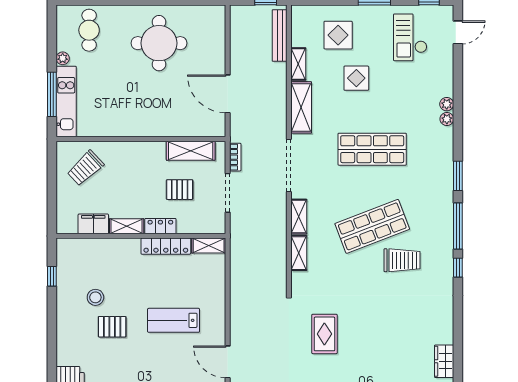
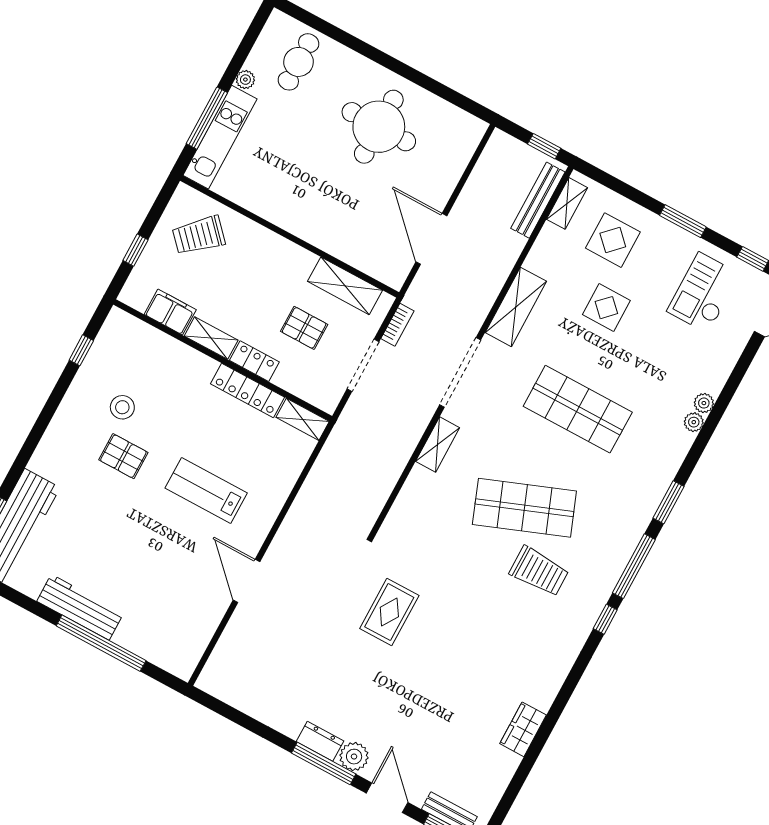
shelving: (298, 64) -> (567, 203), moved
window: (52, 198) -> (135, 250), added
shelving: (299, 253) -> (412, 491), removed

